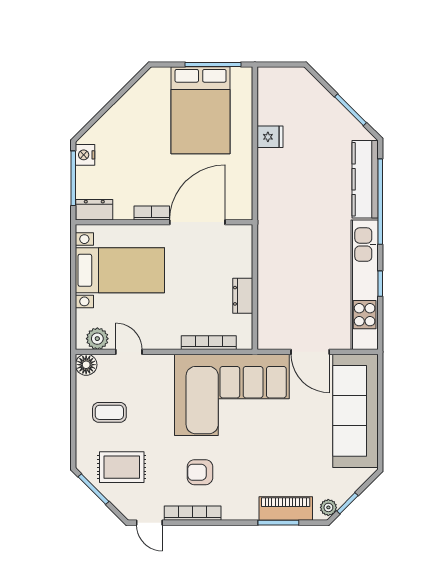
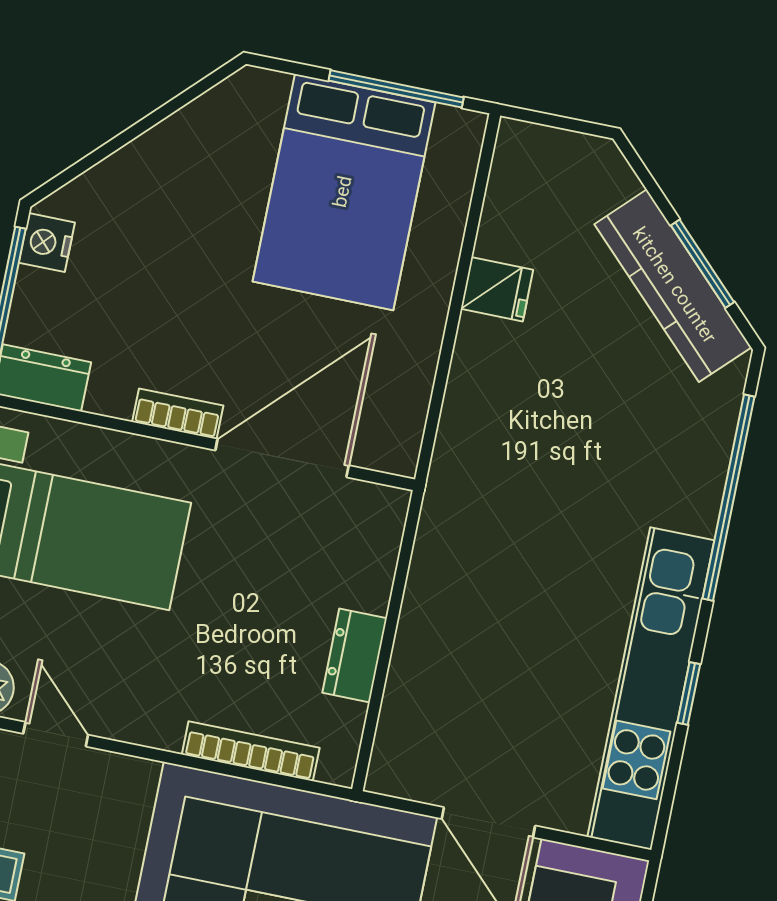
kitchen counter: (365, 179) -> (673, 286), moved, turned -45

